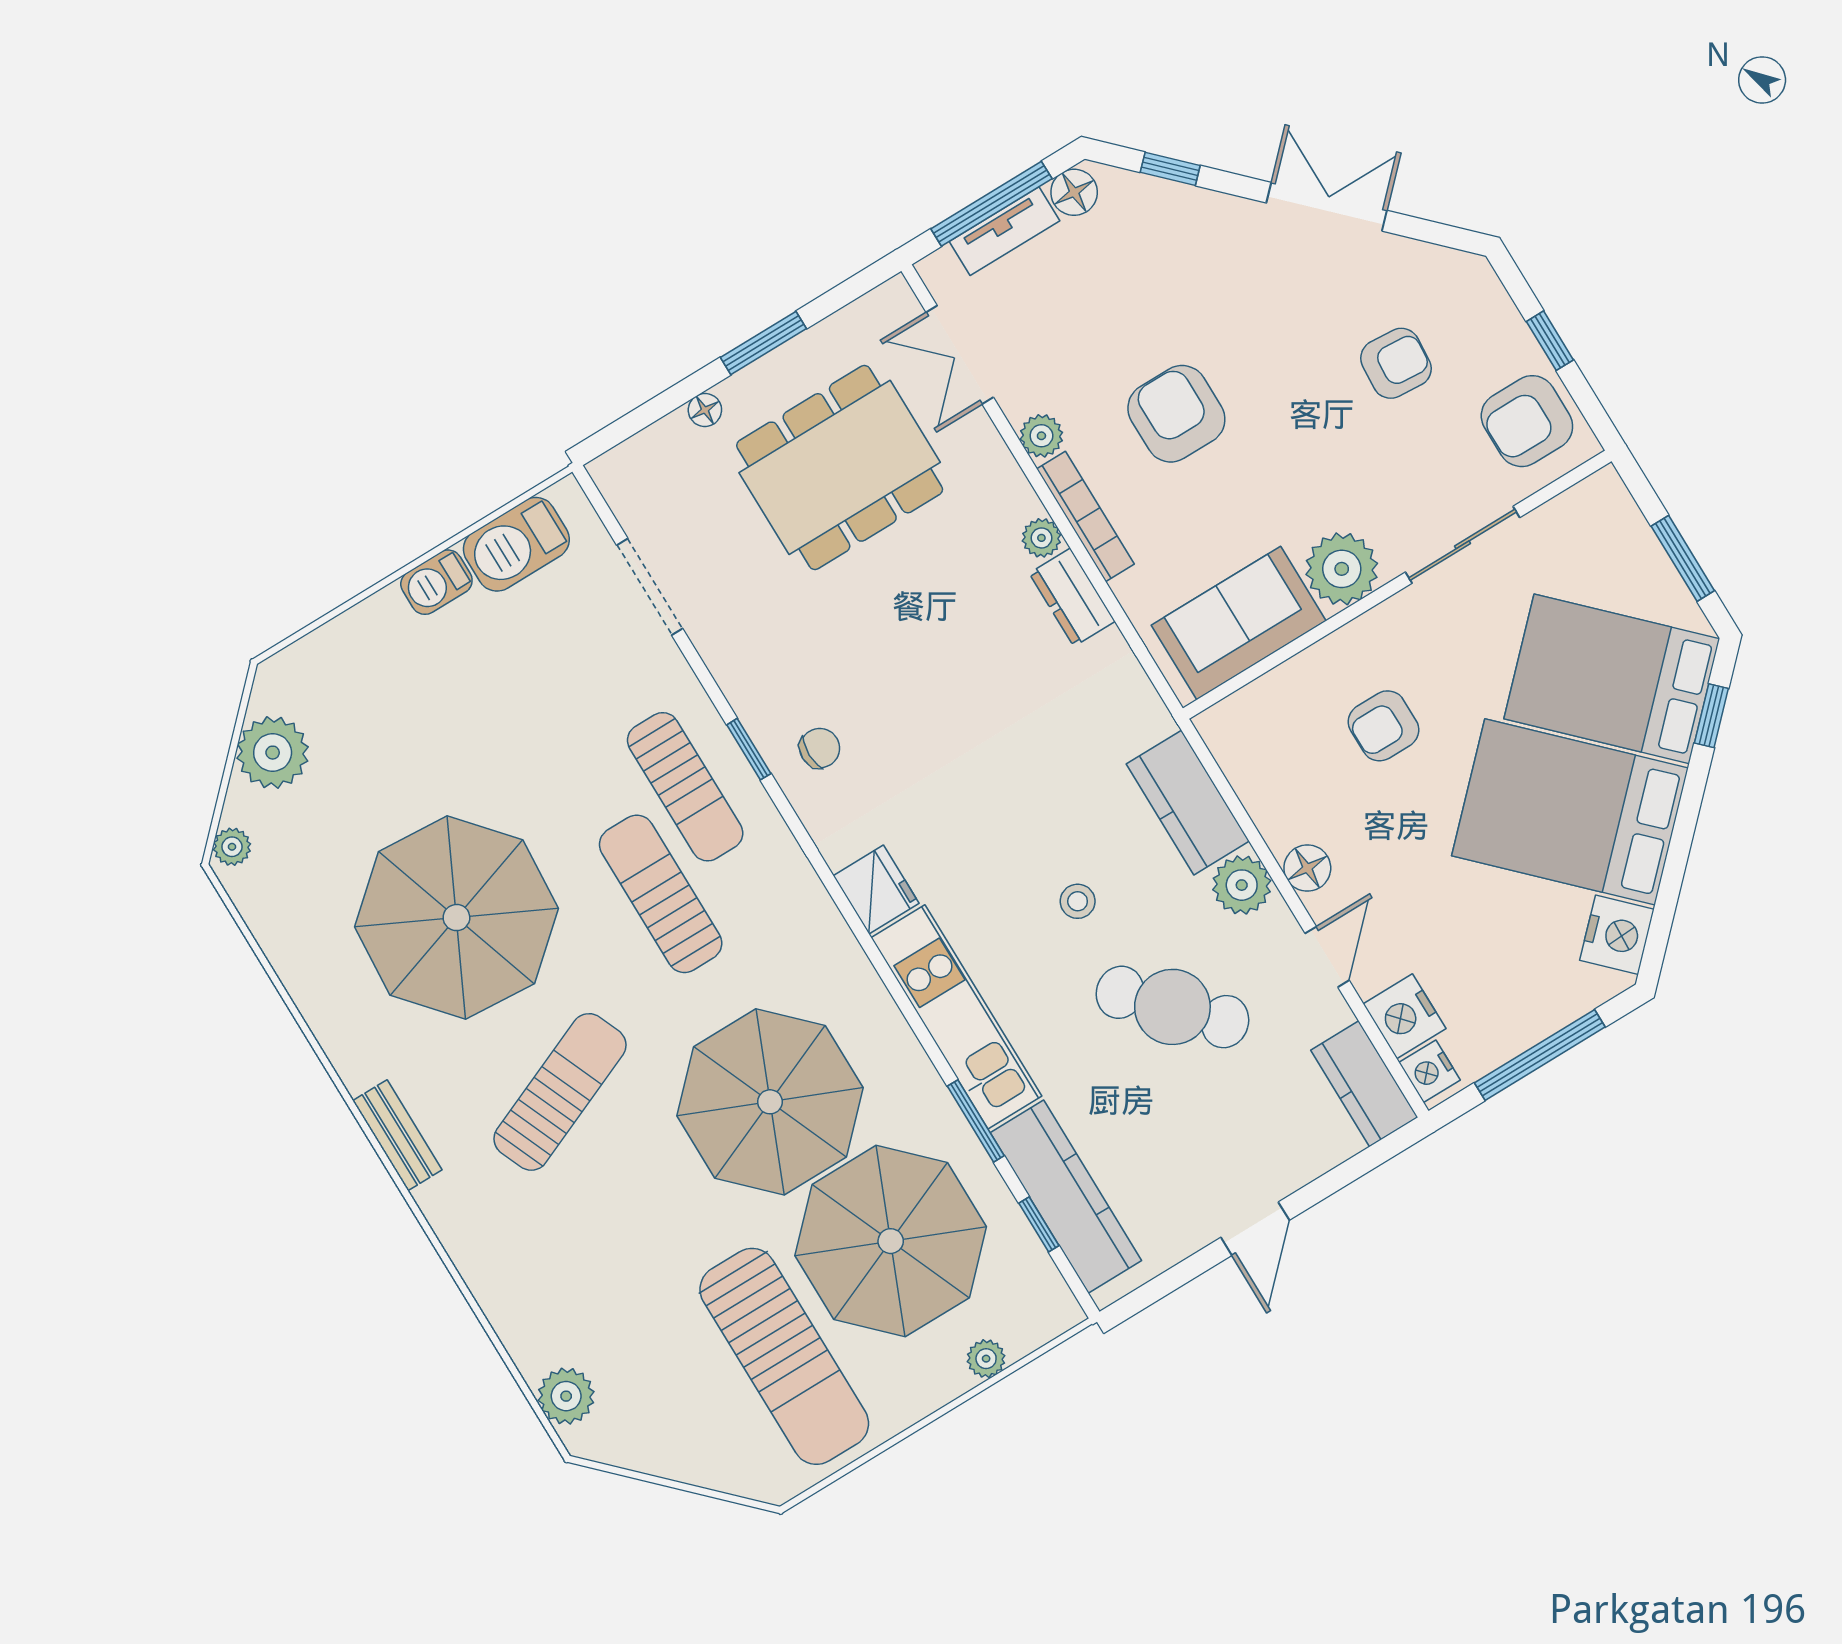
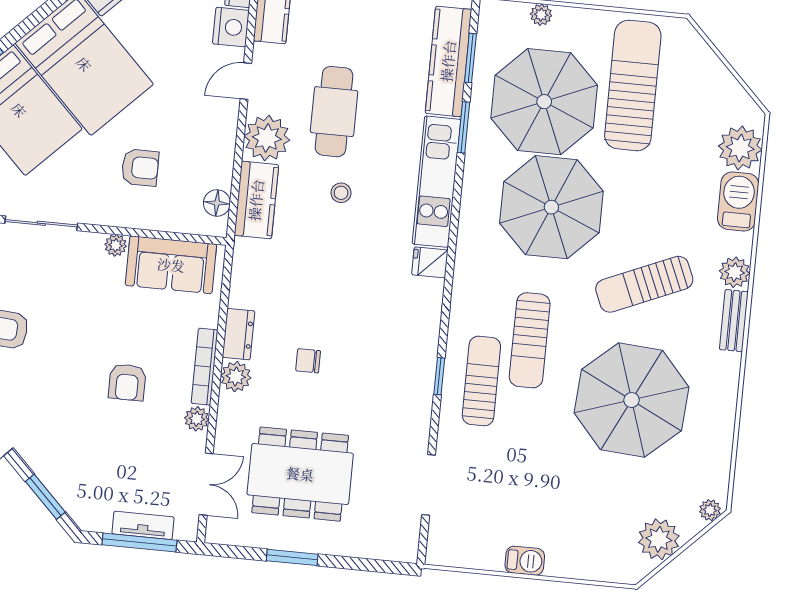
window: (1170, 169) -> (45, 497), width x1.50
floor lamp: (1074, 192) -> (98, 519), removed
floor lamp: (705, 410) -> (342, 547), removed
armchair: (1176, 414) -> (127, 382), width x0.72, depth x0.72
plant: (1041, 538) -> (236, 377), width x1.38, depth x1.38
barbecue: (516, 544) -> (738, 201), moved, turned -90
plant: (1342, 569) -> (116, 245), width x0.53, depth x0.53
chair: (820, 748) -> (308, 361), moved
floor lamp: (1307, 868) -> (217, 203), moved
plant: (1242, 885) -> (267, 138), width x1.36, depth x1.36
fridge: (876, 890) -> (430, 262), width x0.72
cafe table: (1172, 1007) -> (334, 112), turned 43
plant: (447, 1203) -> (735, 272), added
window: (1039, 1224) -> (470, 58), width x1.50
plant: (566, 1396) -> (740, 148), width x1.36, depth x1.36

